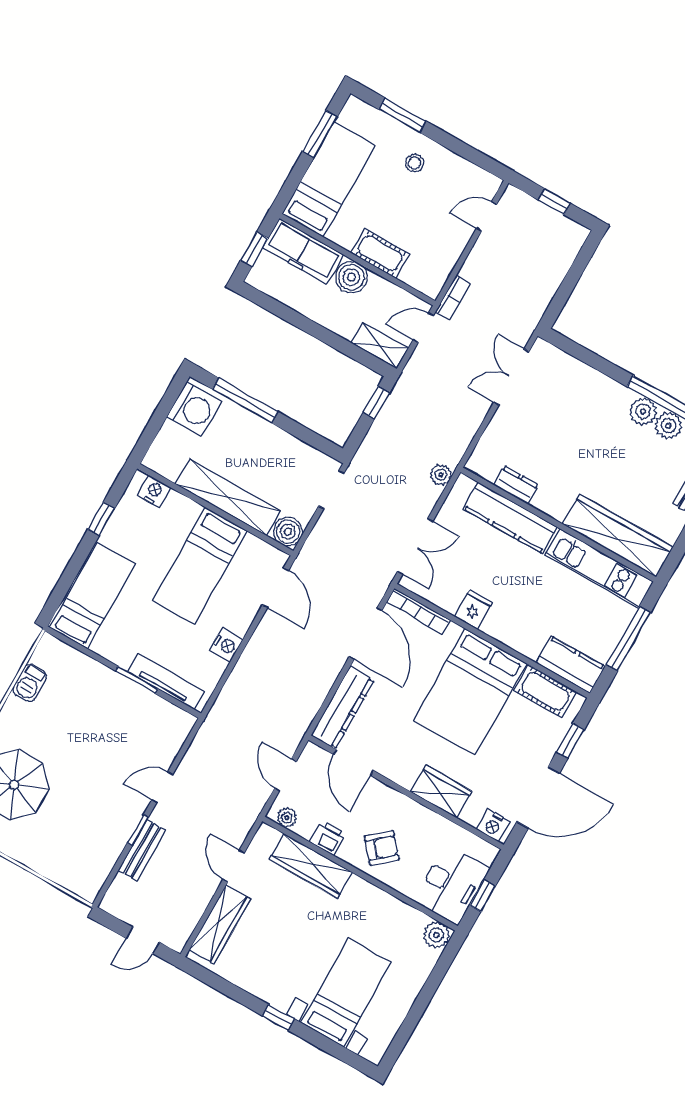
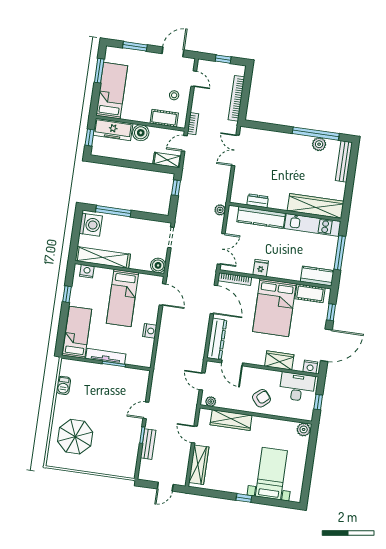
door: (468, 152) -> (173, 52), added
stool: (415, 163) -> (174, 95), moved
door: (487, 216) -> (194, 79), swing flipped
cot: (380, 253) -> (164, 118), moved
bookcase: (551, 283) -> (236, 98), added
plant: (643, 411) -> (304, 142), removed
shelving: (228, 497) -> (103, 257), moved
tv unit: (166, 682) -> (106, 356), moved
printer: (328, 838) -> (234, 404), removed
desk: (452, 885) -> (297, 387), moved, turned -90

